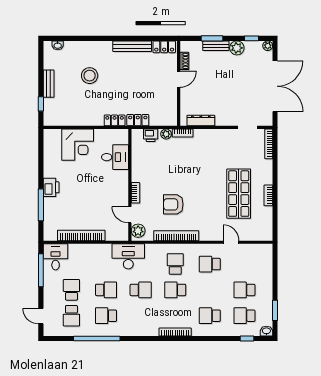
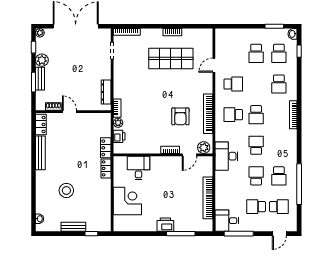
school desk: (210, 264) -> (233, 84), turned -90

